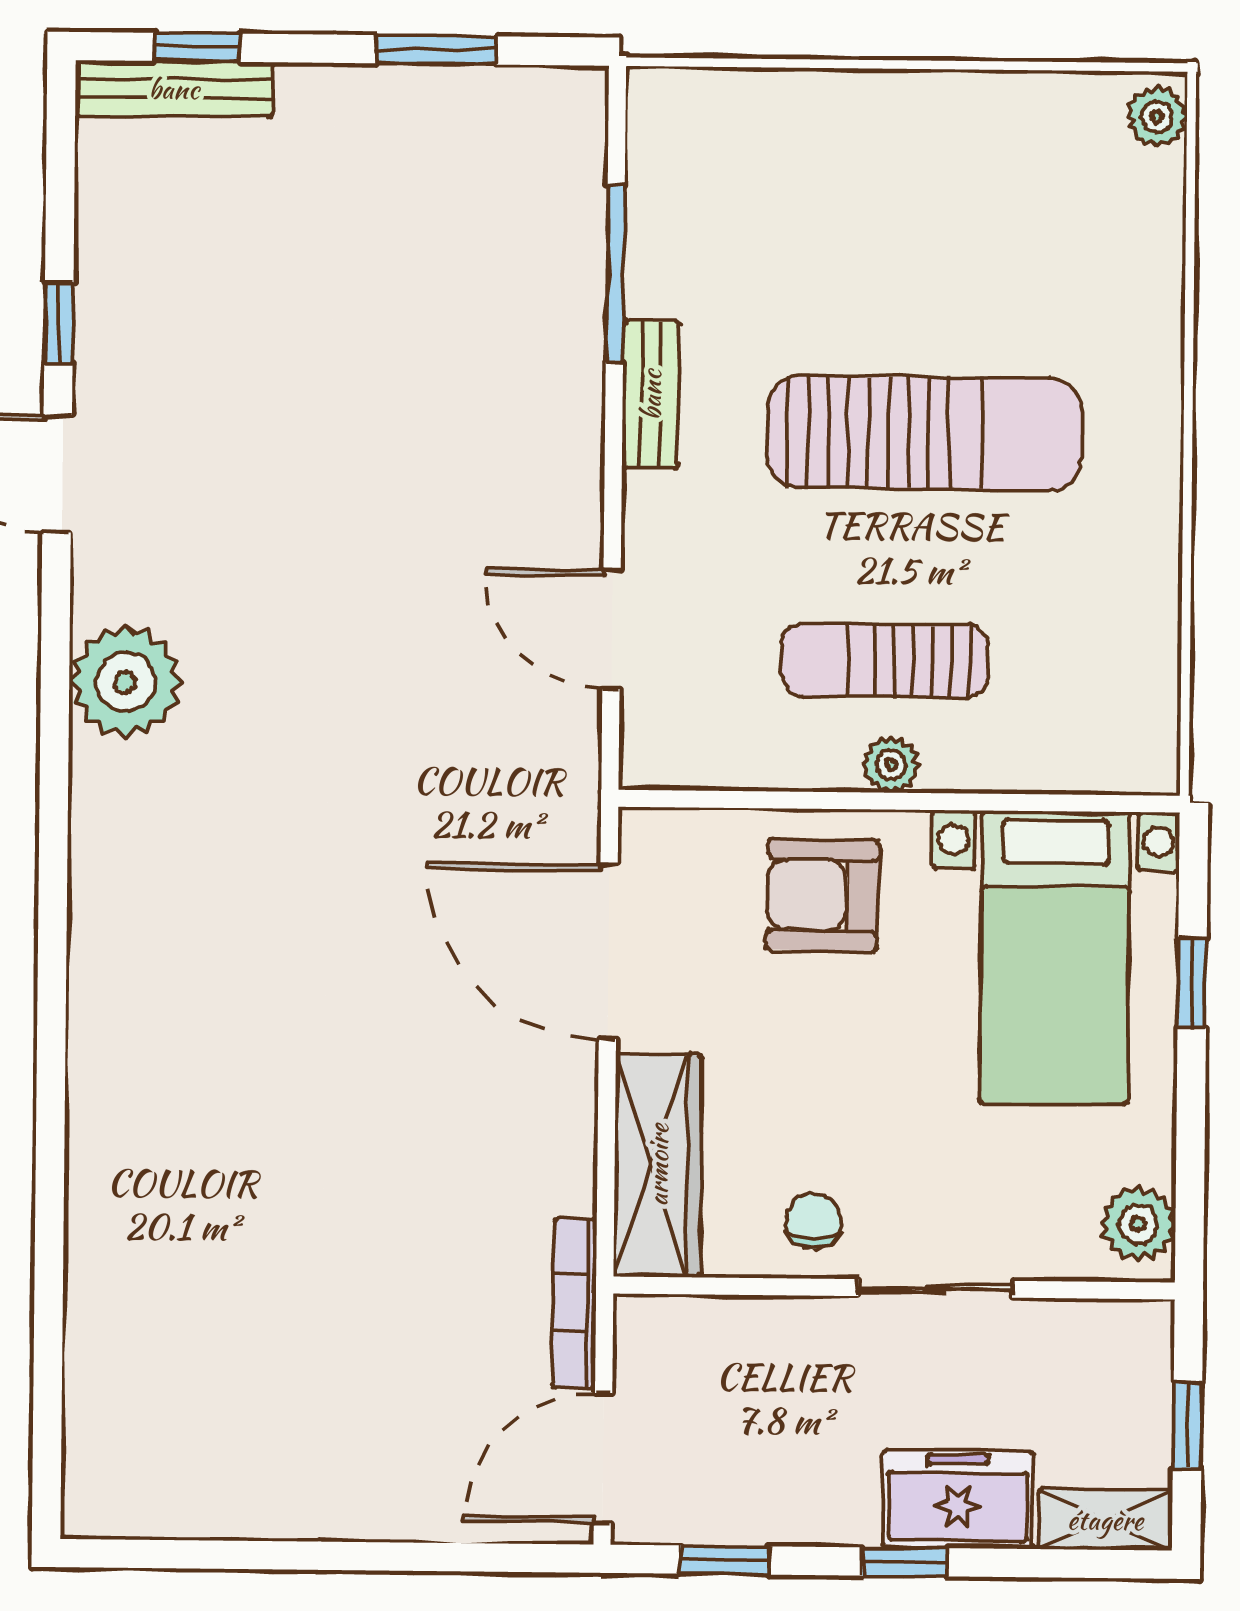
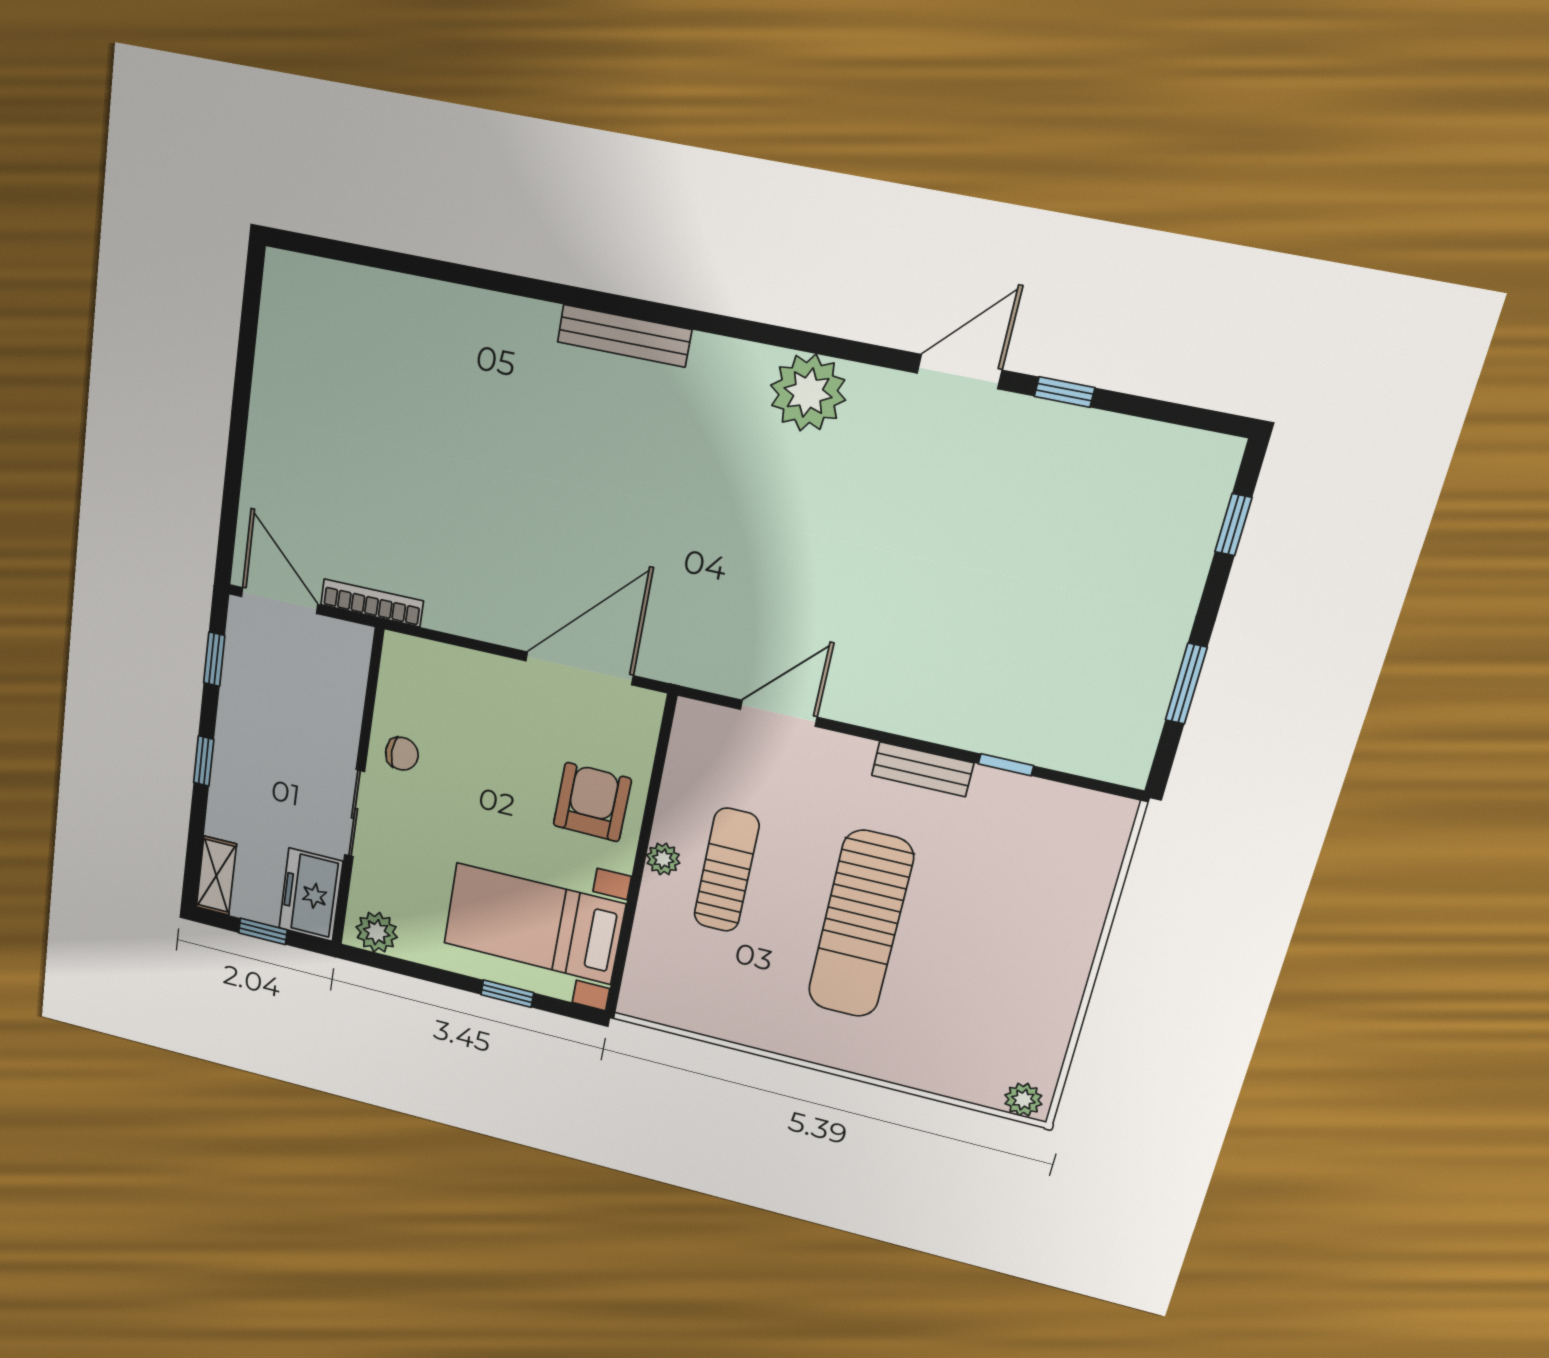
bench: (174, 89) -> (624, 336), moved, turned 90
window: (615, 274) -> (1006, 765), width x0.46
wardrobe: (658, 1165) -> (447, 670), removed
freezer: (958, 1499) -> (311, 895), moved, turned 180

